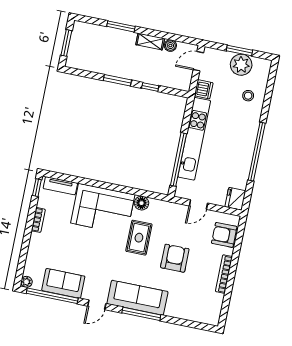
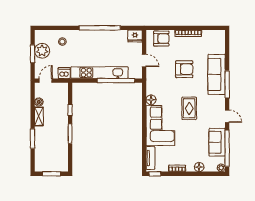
door: (198, 61) -> (46, 81), swing flipped
armchair: (224, 235) -> (161, 39), turned -90
rug: (139, 238) -> (189, 108), moved, turned 90
floor lamp: (34, 251) -> (199, 167), added
armchair: (175, 258) -> (184, 69), turned 180
sofa: (137, 298) -> (217, 74), moved

